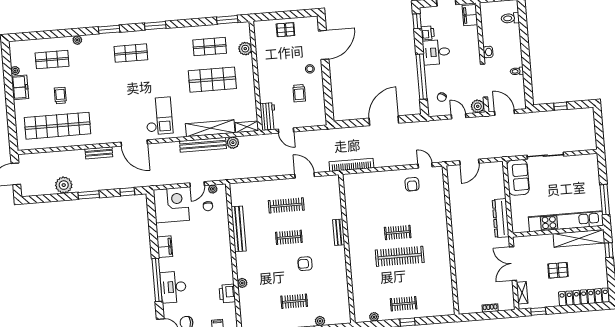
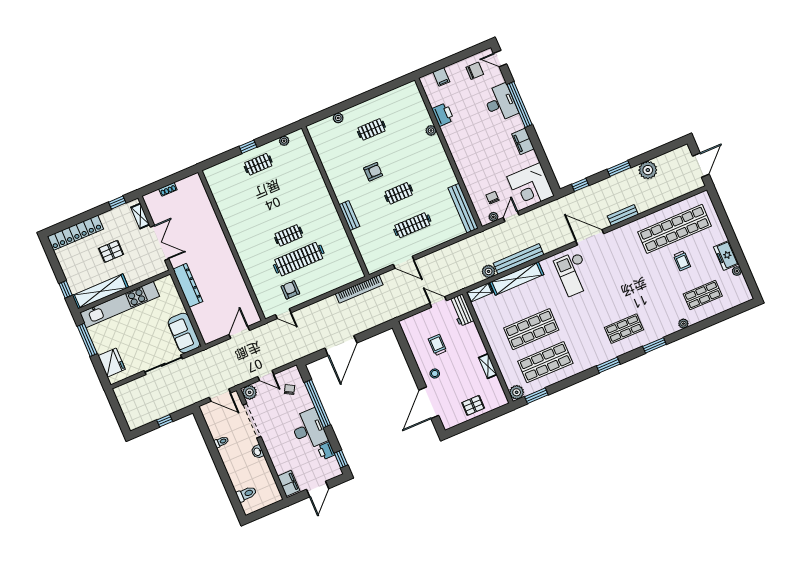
shop shelf: (210, 47) -> (545, 362), width x1.43, depth x1.36
plant: (245, 49) -> (517, 392), moved
desk: (436, 52) -> (309, 429), width x1.37
shelving: (261, 60) -> (488, 366), added
fridge: (590, 173) -> (112, 363), added
bench: (239, 229) -> (463, 208), moved
clothes rail: (400, 256) -> (299, 259), moved

